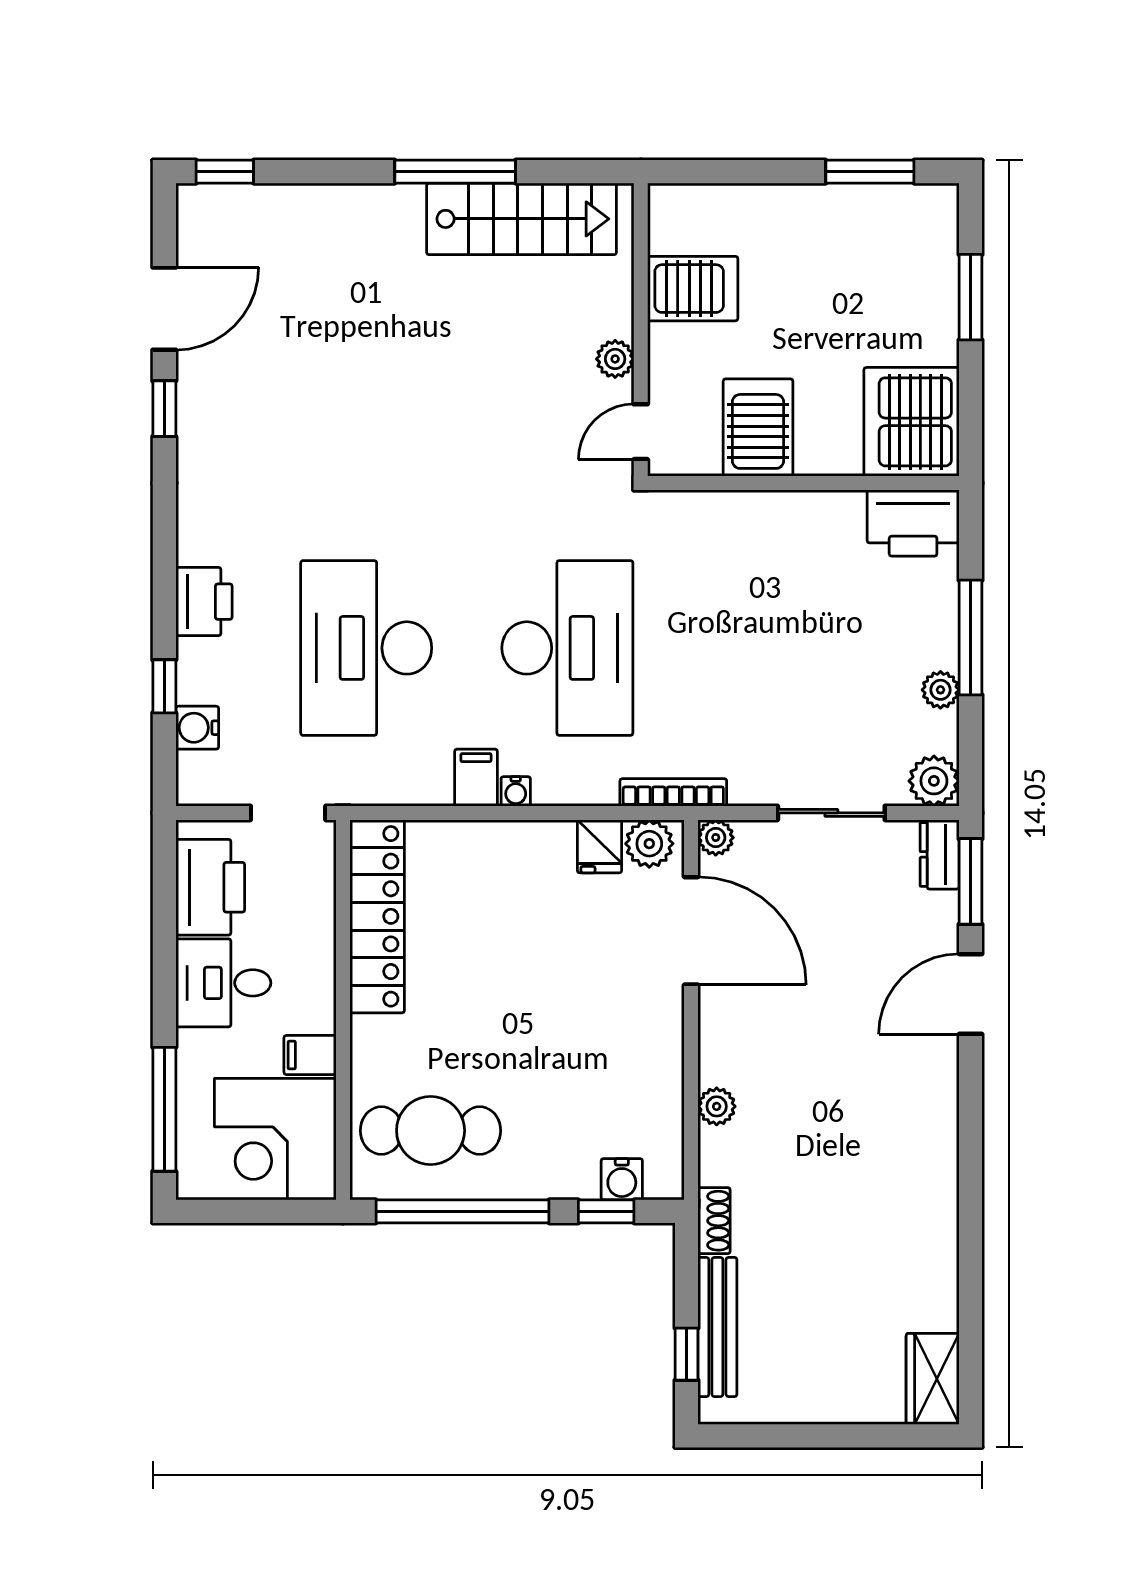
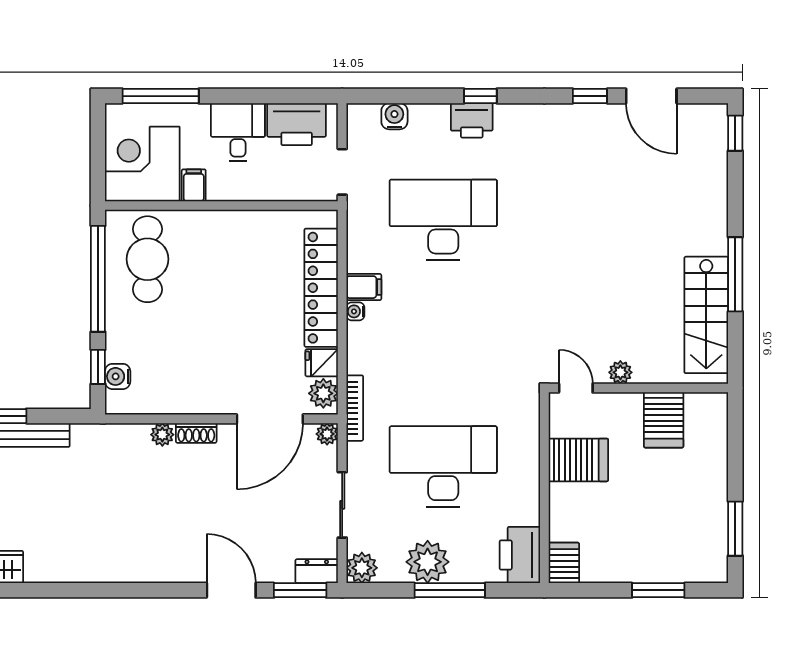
server rack: (911, 422) -> (564, 563), width x0.46, depth x0.70
desk: (567, 648) -> (443, 466), moved, turned 180
window: (164, 686) -> (480, 96), moved
plant: (940, 690) -> (428, 562), width x1.87, depth x1.87
locker: (377, 916) -> (321, 288), moved, turned 90
shoe rack: (714, 1221) -> (196, 433), moved

